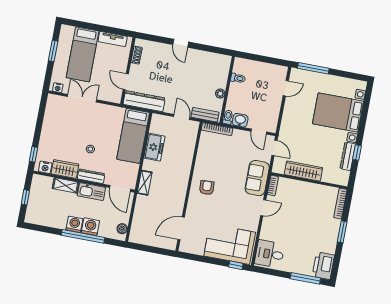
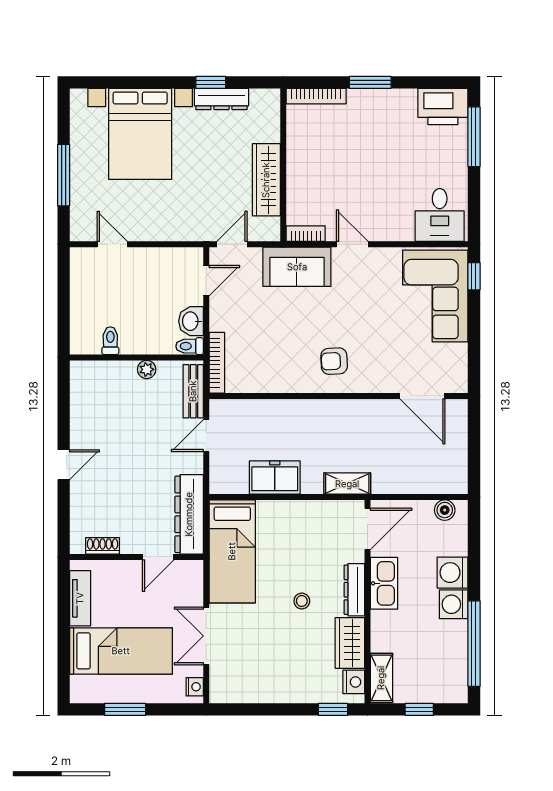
window: (313, 68) -> (64, 175), moved
bed: (133, 136) -> (232, 551), moved, turned 90
shelving: (66, 185) -> (381, 678), moved
window: (83, 236) -> (474, 644), moved

